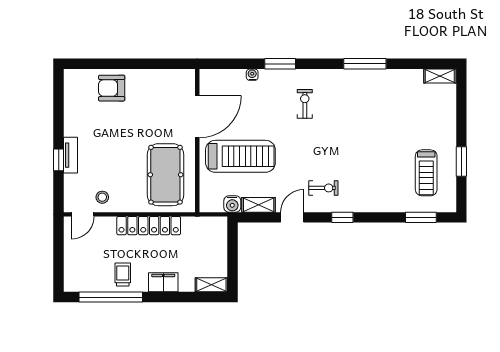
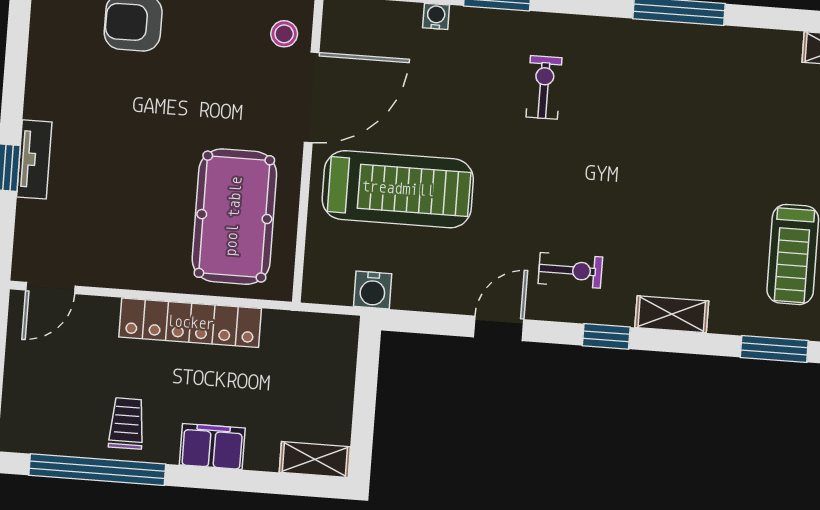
stool: (102, 197) -> (284, 34), moved
shelving: (259, 205) -> (672, 314), moved

